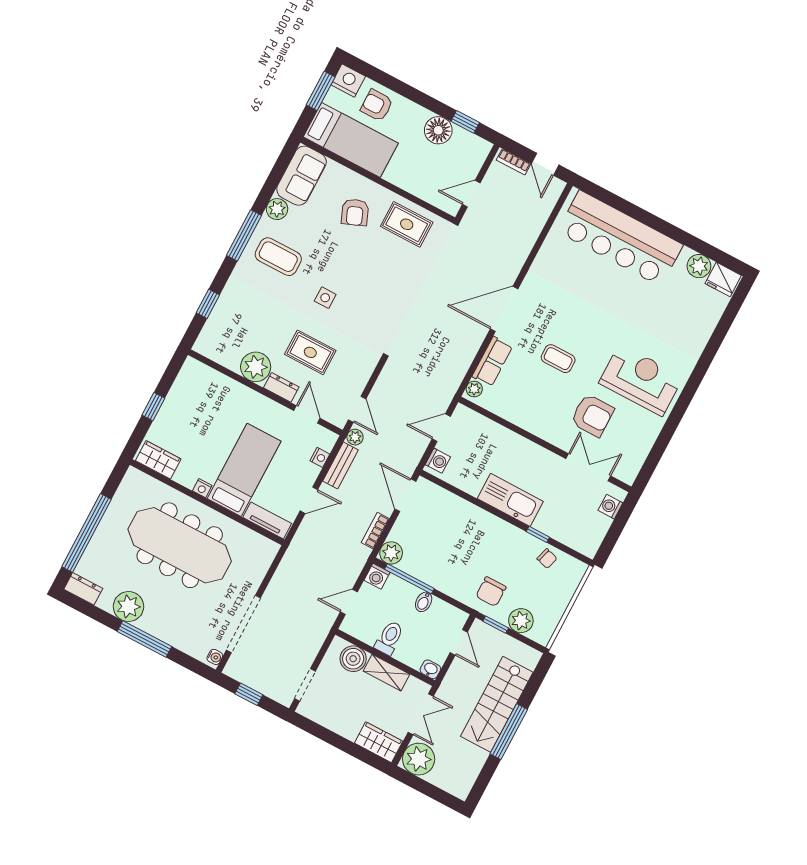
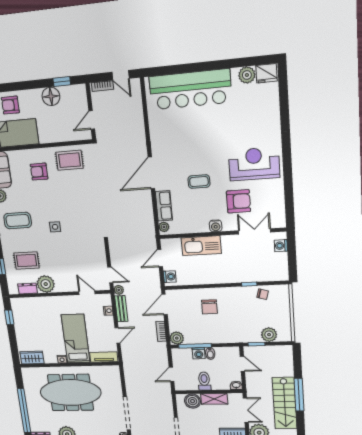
armchair: (355, 212) -> (39, 172), turned 112
rug: (310, 352) -> (26, 261), moved
dresser: (281, 387) -> (28, 289), moved
window: (153, 407) -> (9, 317), moved
water cooler: (543, 429) -> (216, 226), added
door: (405, 495) -> (165, 304), hinge flipped
kitchen sink: (510, 500) -> (201, 246), moved, turned 180
washing machine: (377, 576) -> (199, 353), moved
chair: (491, 592) -> (209, 307), moved
stairs: (497, 704) -> (285, 403), moved

